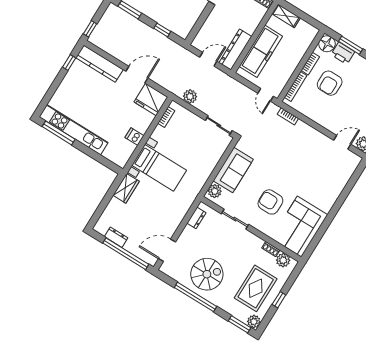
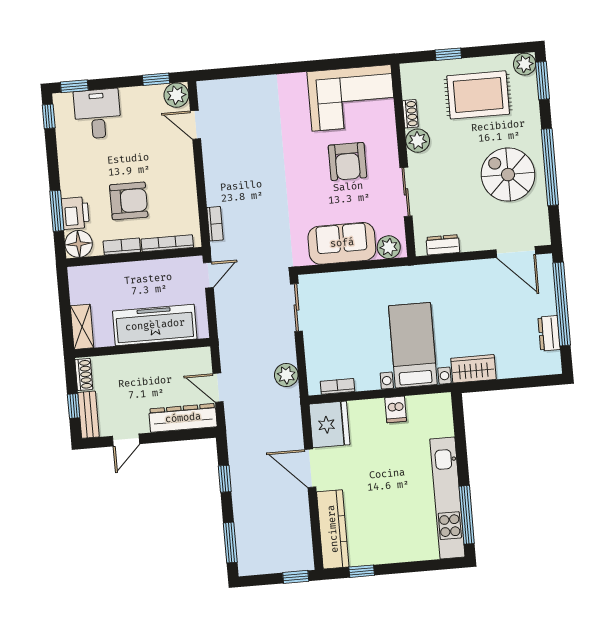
dresser: (235, 50) -> (183, 418), moved, turned 180
plant: (283, 260) -> (418, 141), moved
window: (279, 300) -> (448, 54), moved

